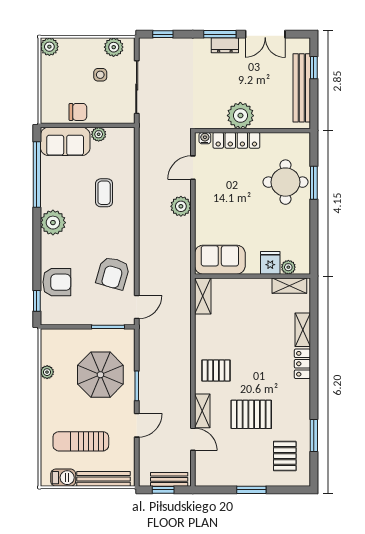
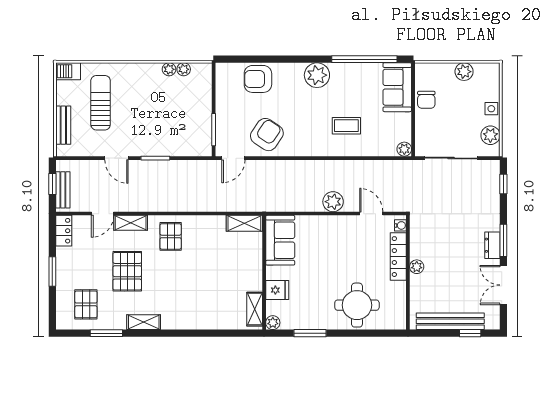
plant: (49, 47) -> (464, 72), moved
side table: (100, 75) -> (491, 109), moved
plant: (240, 116) -> (417, 267), width x0.53, depth x0.53
plant: (99, 134) -> (404, 149), moved
window: (314, 183) -> (310, 333), moved
plant: (288, 267) -> (273, 323), moved
armchair: (113, 273) -> (267, 135), turned 108
armchair: (57, 282) -> (258, 79), turned 90
window: (37, 301) -> (239, 59), removed
door: (137, 307) -> (233, 158), hinge flipped
shelving: (303, 330) -> (144, 322), moved
plant: (47, 357) -> (184, 69), added
locker: (302, 364) -> (64, 231), moved, turned 90
parasol: (100, 375) -> (166, 122), removed
pallet: (285, 456) -> (86, 304), turned 90
barbecue: (63, 478) -> (68, 71), moved, turned 90
bench: (104, 479) -> (63, 125), width x0.73

